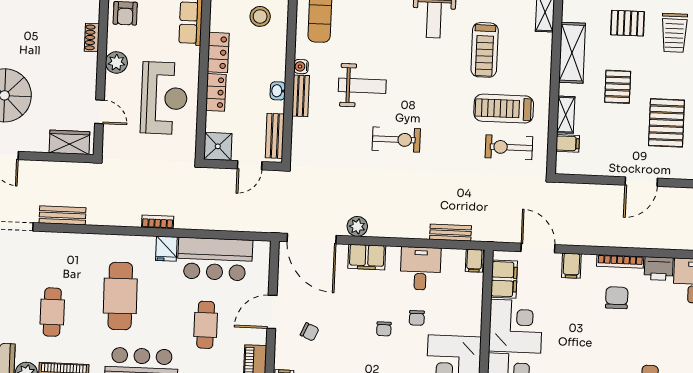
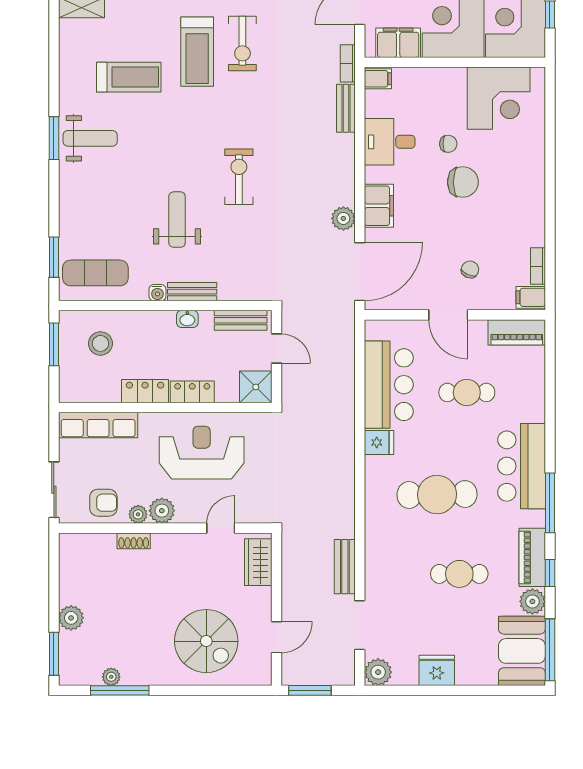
plant: (114, 42) -> (138, 514), added
bookcase: (158, 222) -> (348, 63), moved
chair: (384, 329) -> (463, 182), width x1.87, depth x1.87

